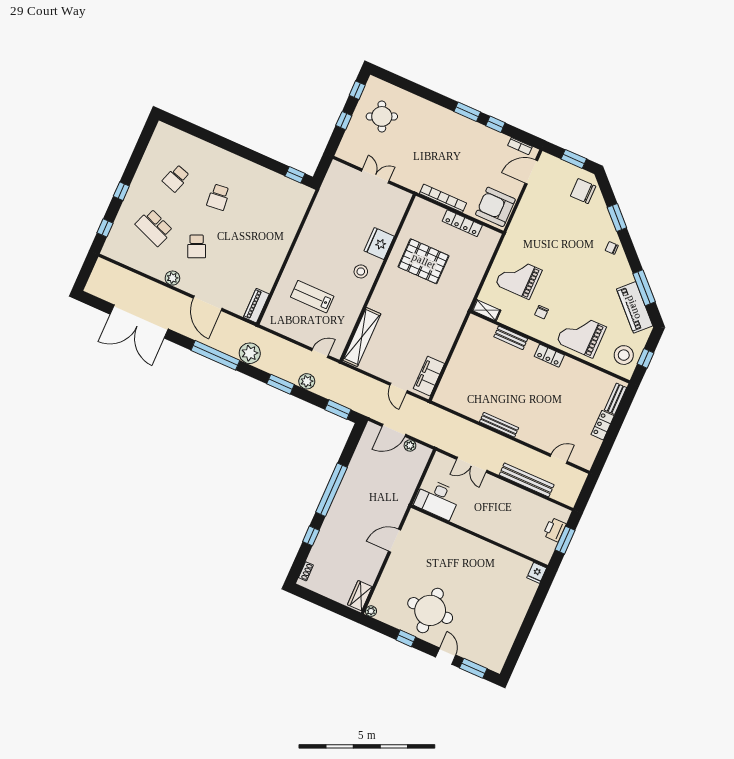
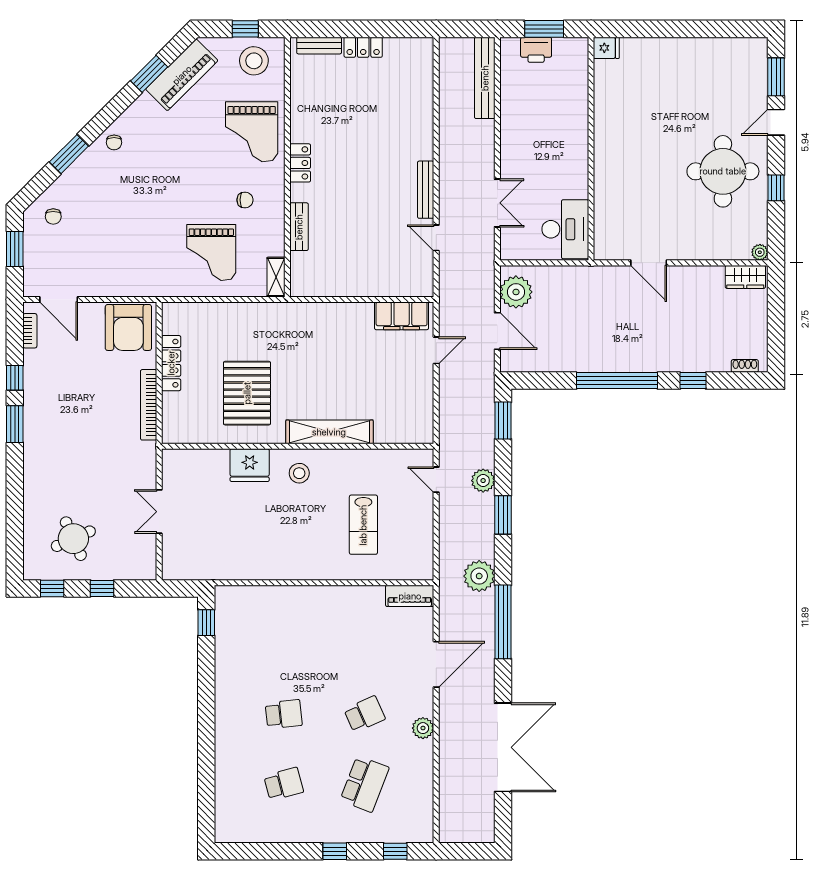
school desk: (176, 178) -> (284, 784), turned -33
chair: (583, 191) -> (53, 217), width x0.54, depth x0.54
window: (644, 288) -> (149, 74), width x0.69
shelving: (362, 337) -> (329, 432), moved
plant: (410, 445) -> (516, 292), width x1.88, depth x1.88
door: (559, 459) -> (436, 238), moved
bench: (527, 480) -> (485, 78), moved

